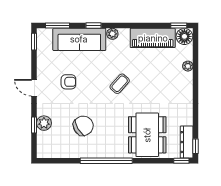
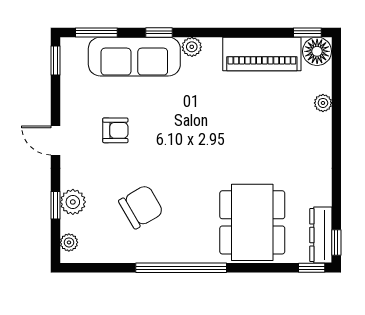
coffee table: (120, 84) -> (204, 134), removed
plant: (42, 146) -> (69, 242), added

